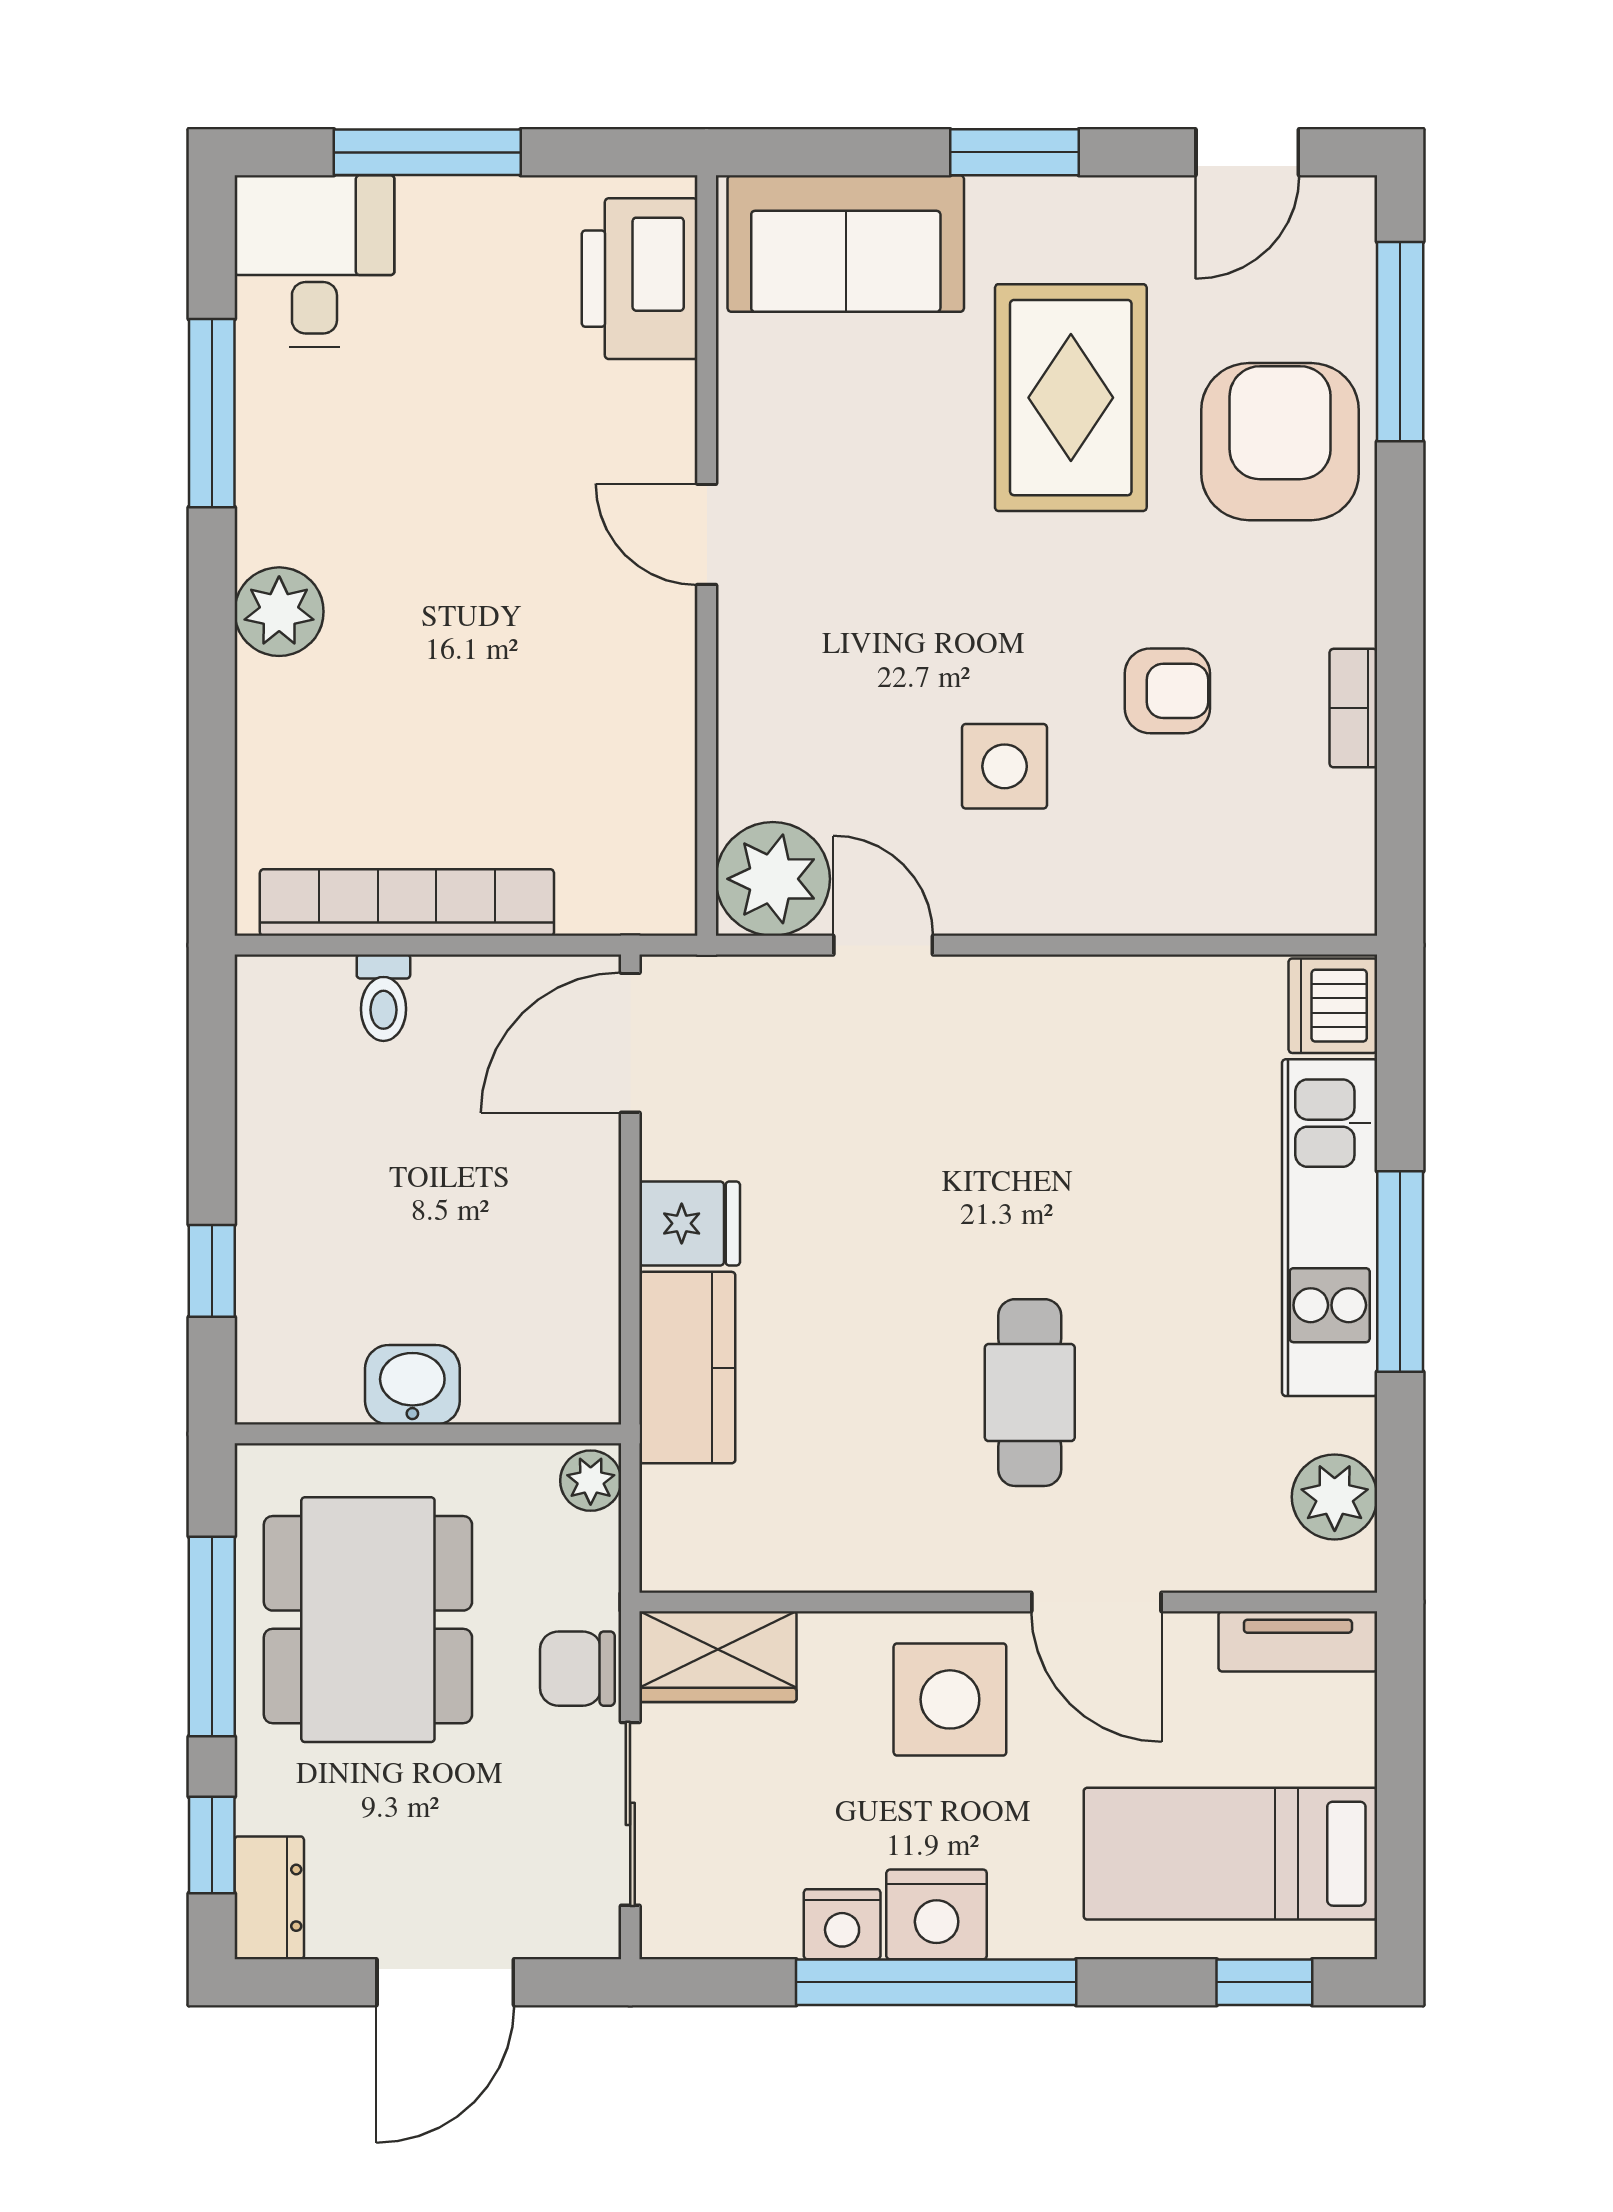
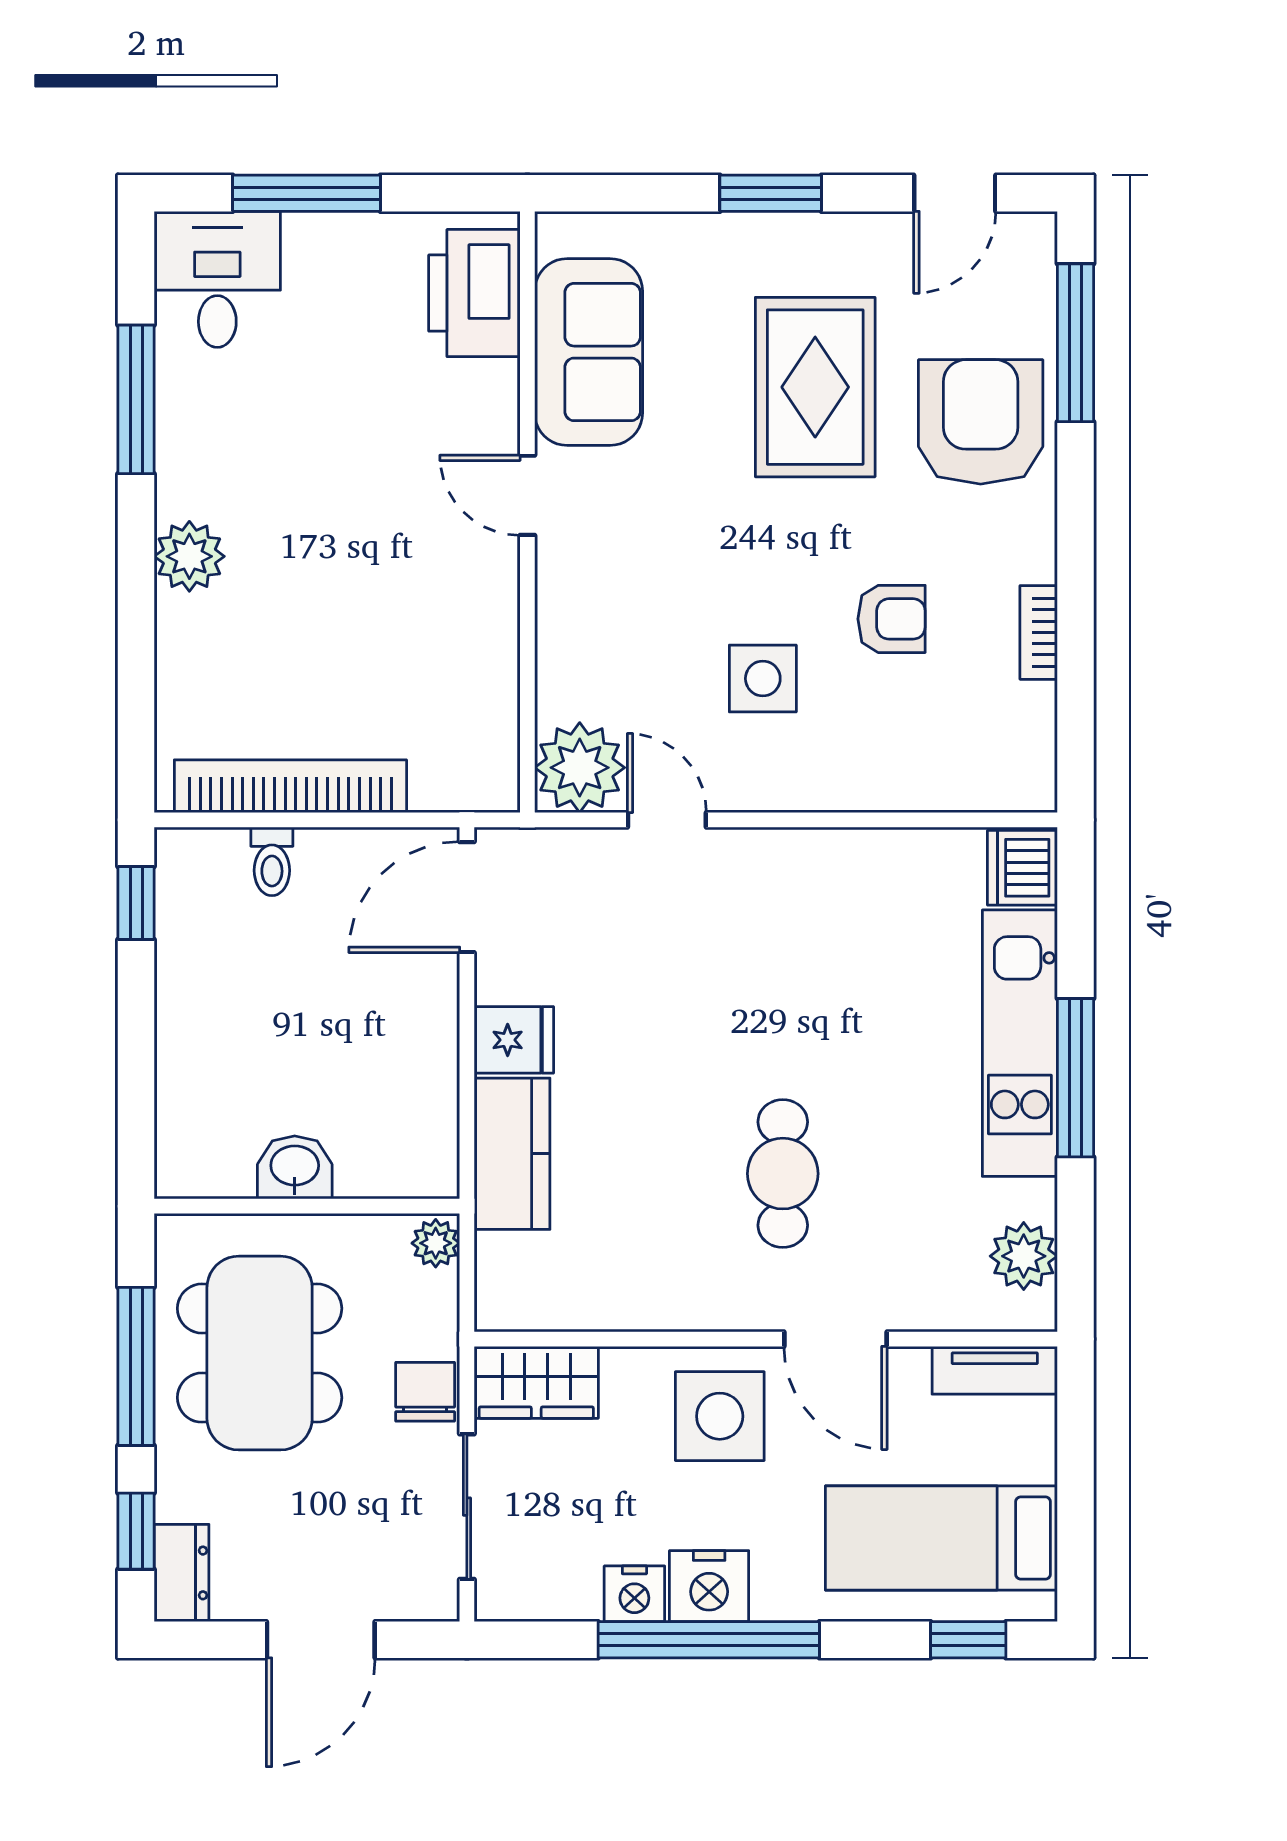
sofa: (846, 244) -> (589, 352), moved, turned -90
window: (212, 1271) -> (136, 903), moved
chair: (577, 1669) -> (425, 1392), turned 90

